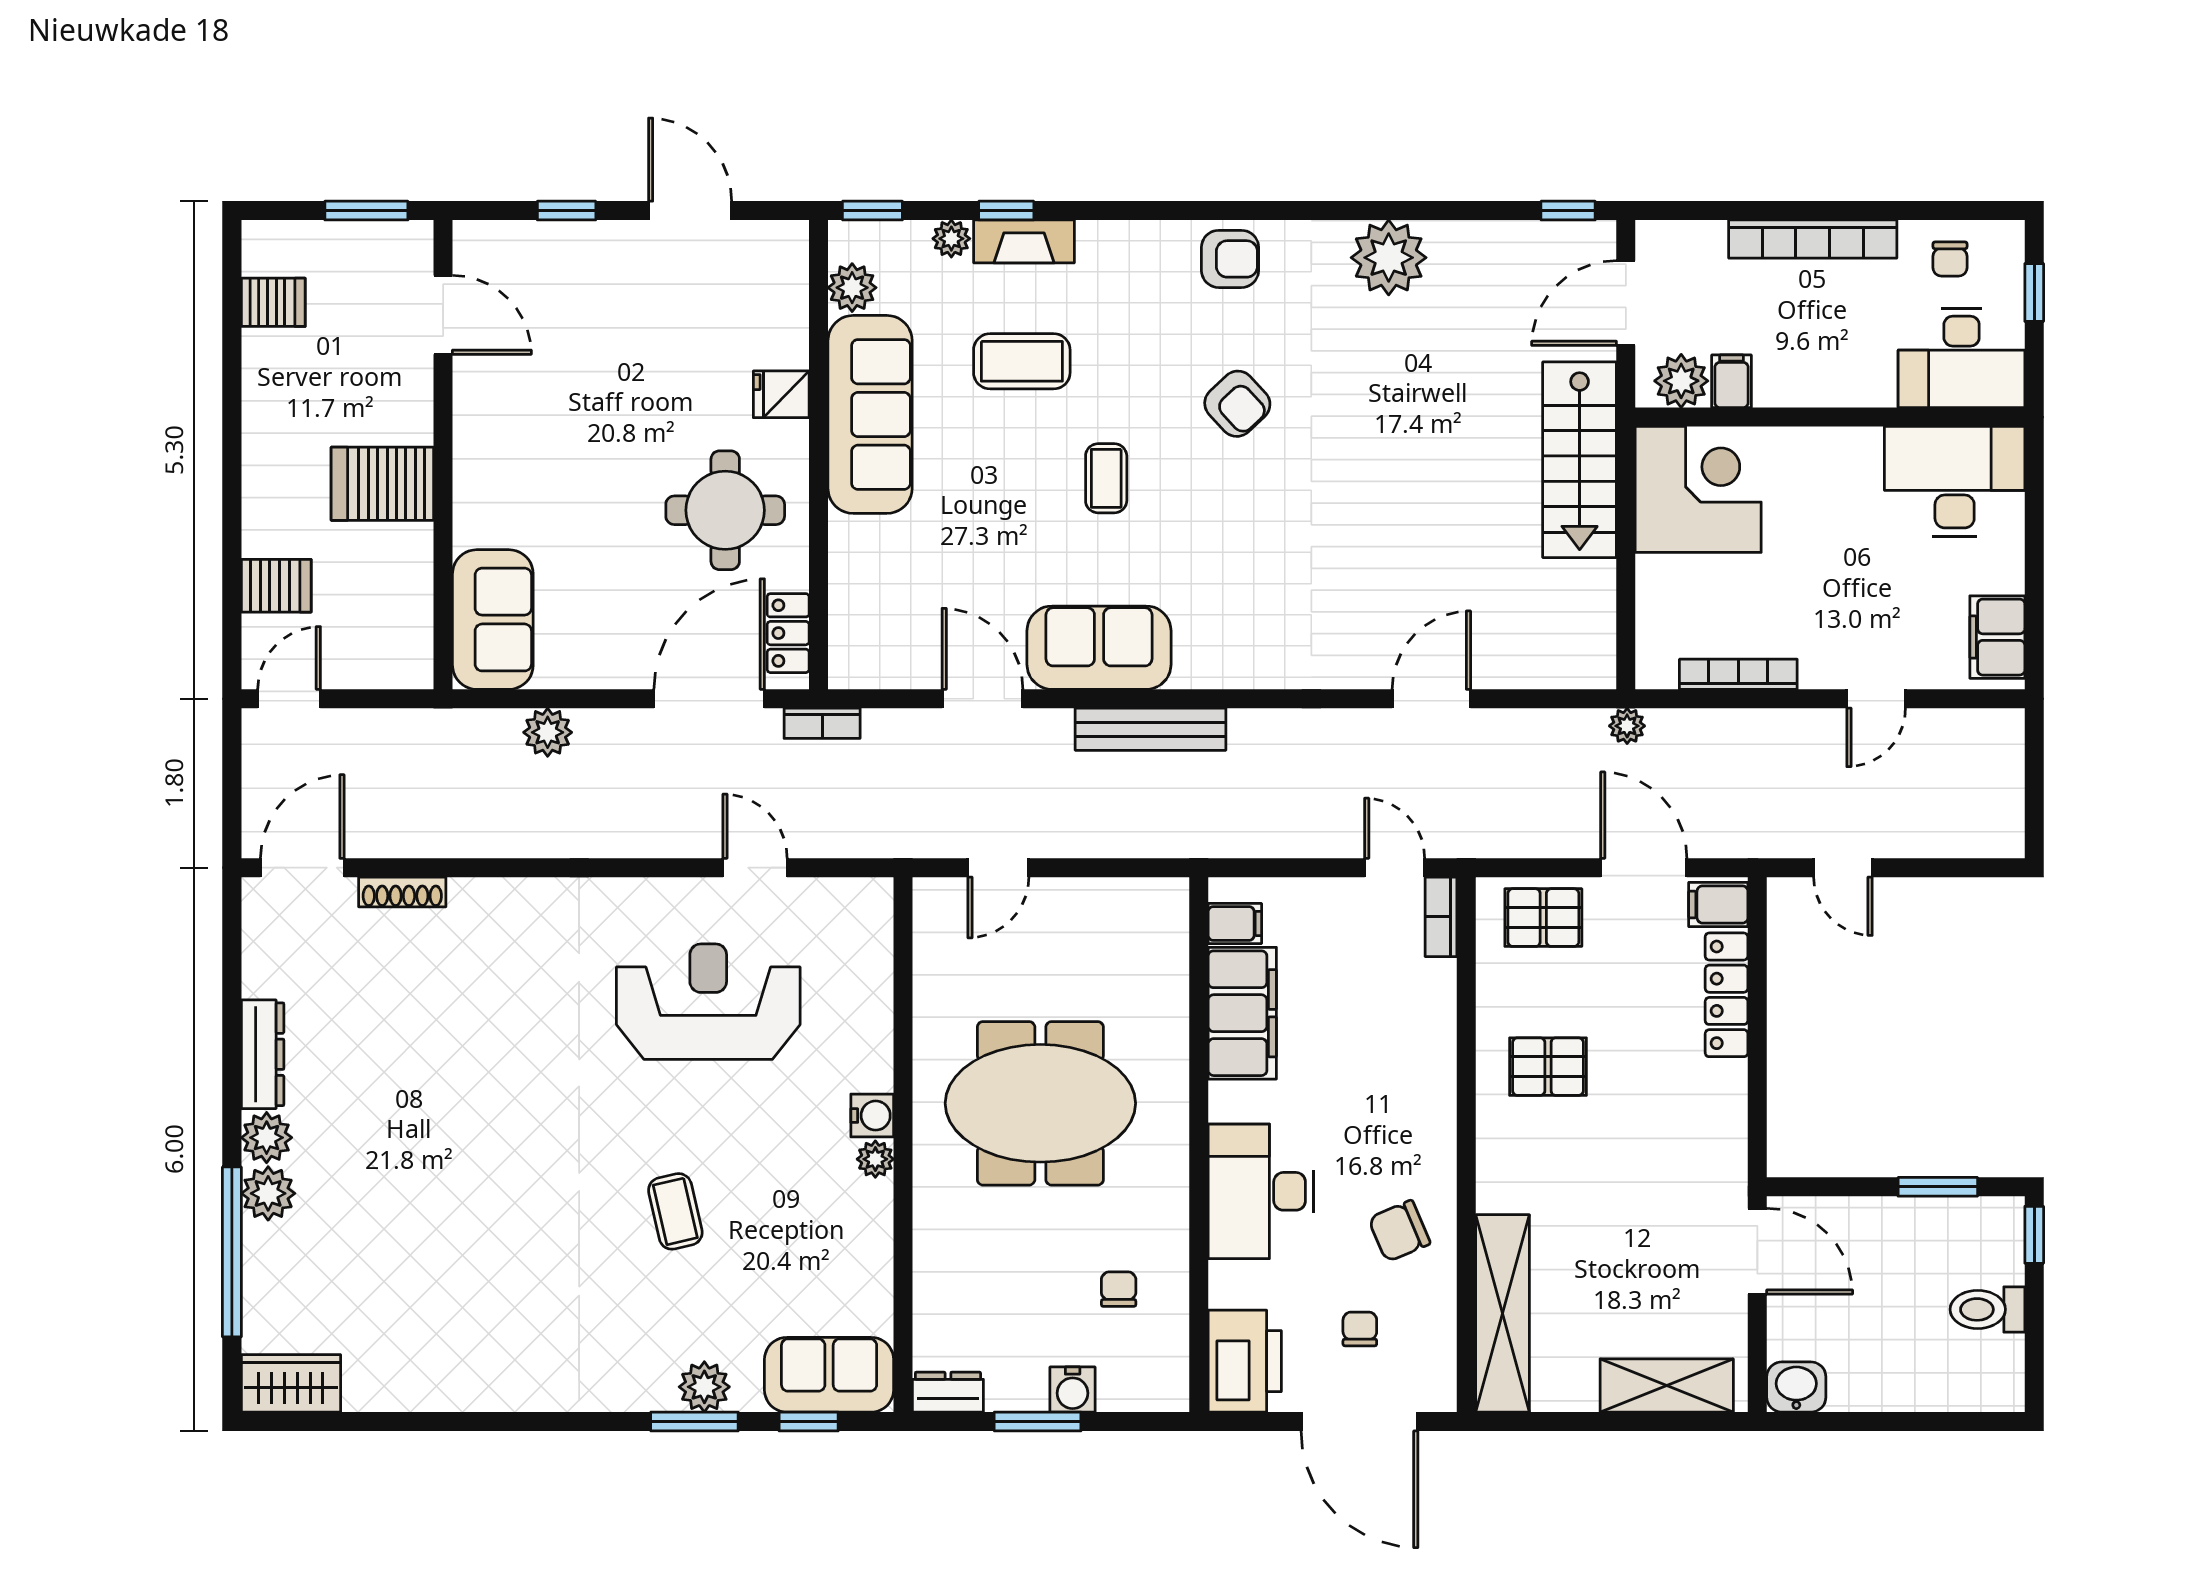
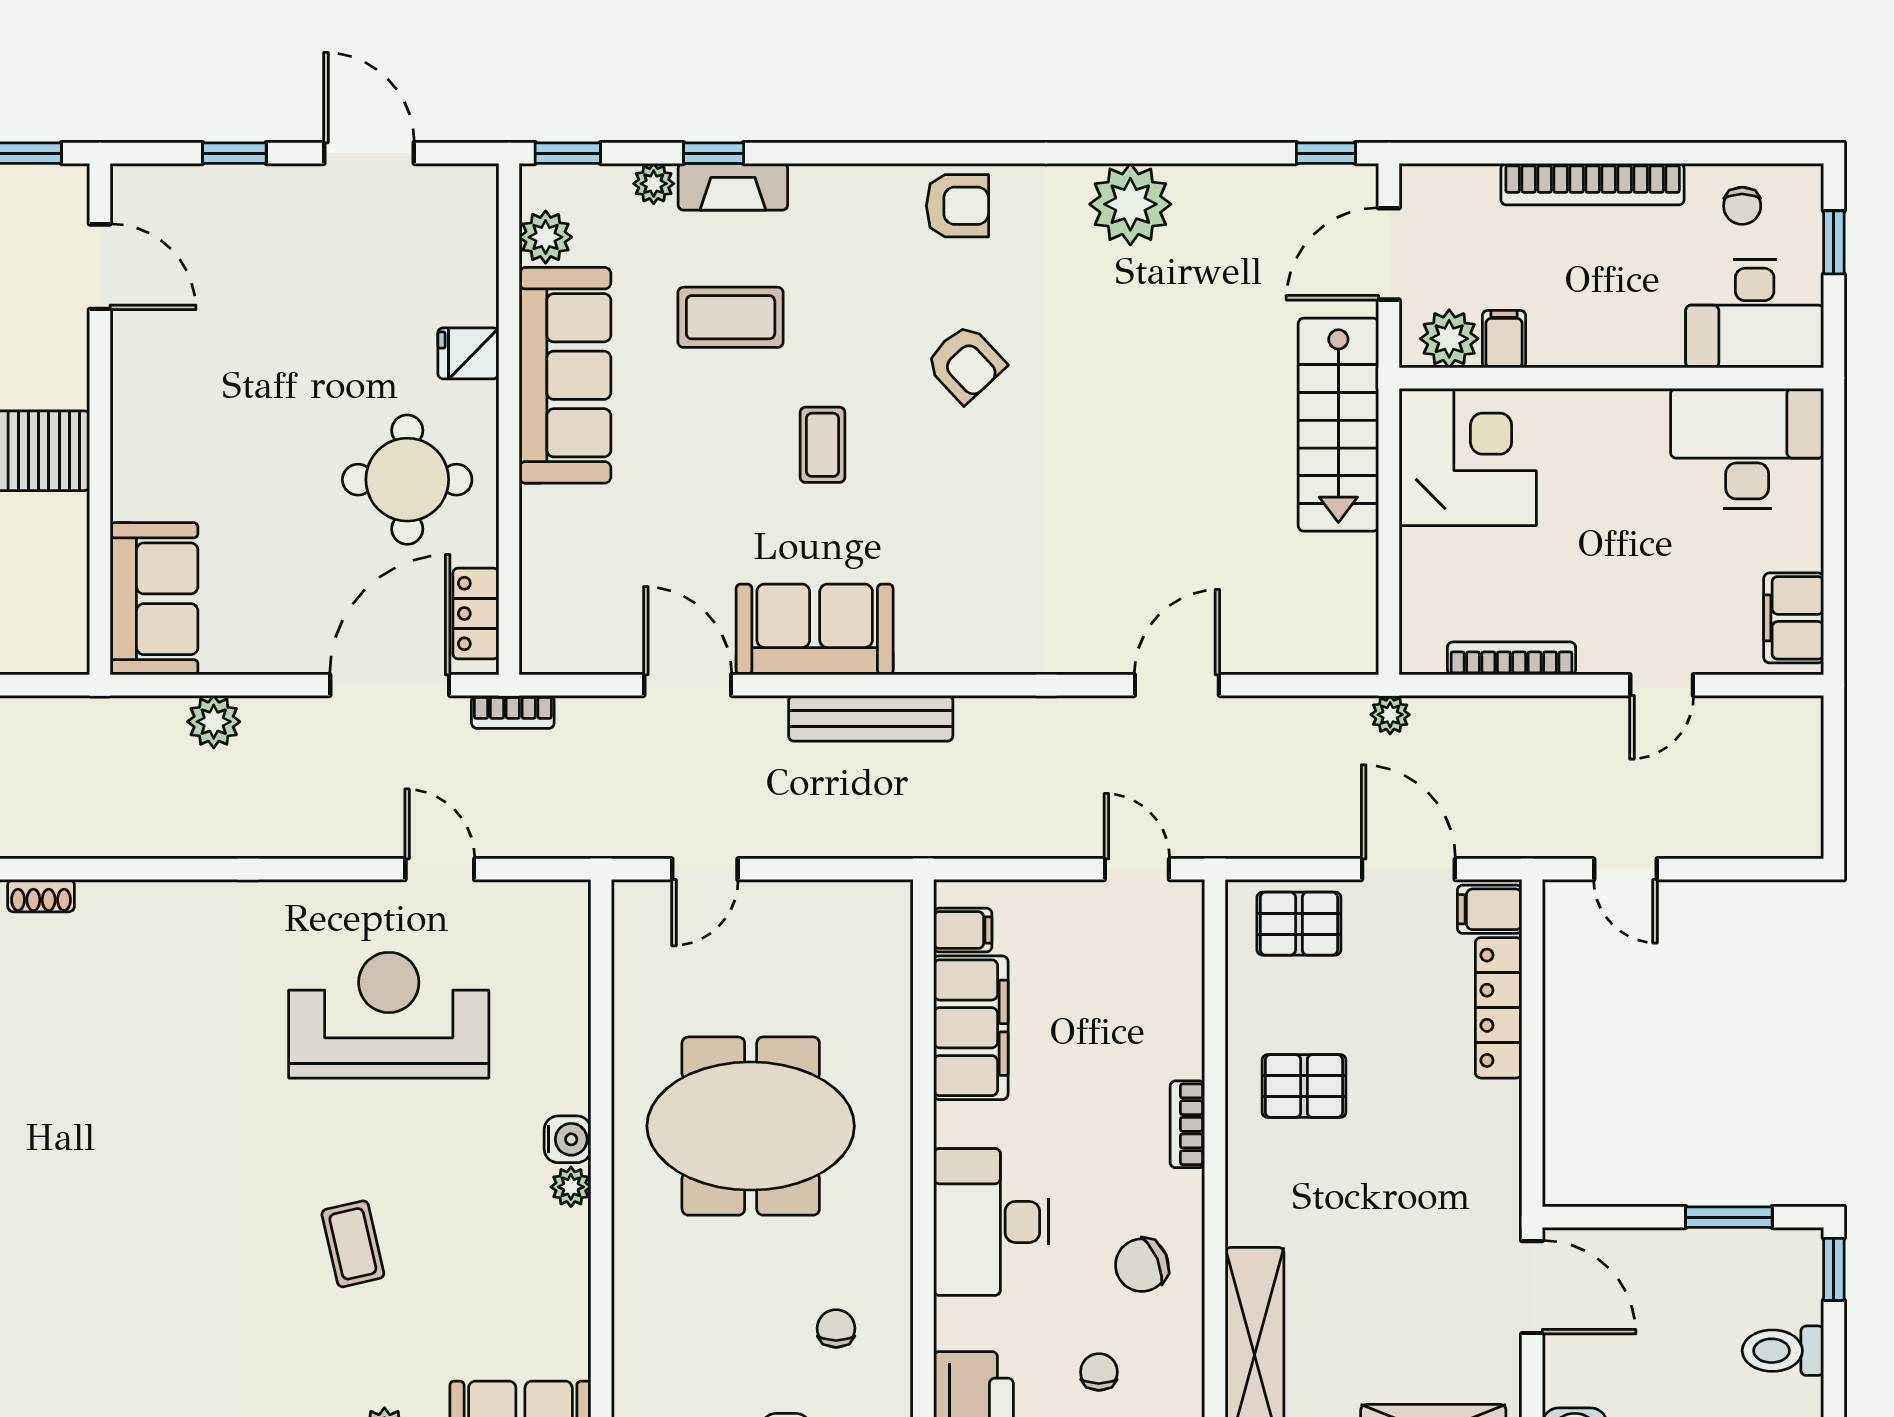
shoe rack: (402, 892) -> (41, 896), width x0.70
bookcase: (1441, 917) -> (1187, 1124), moved

